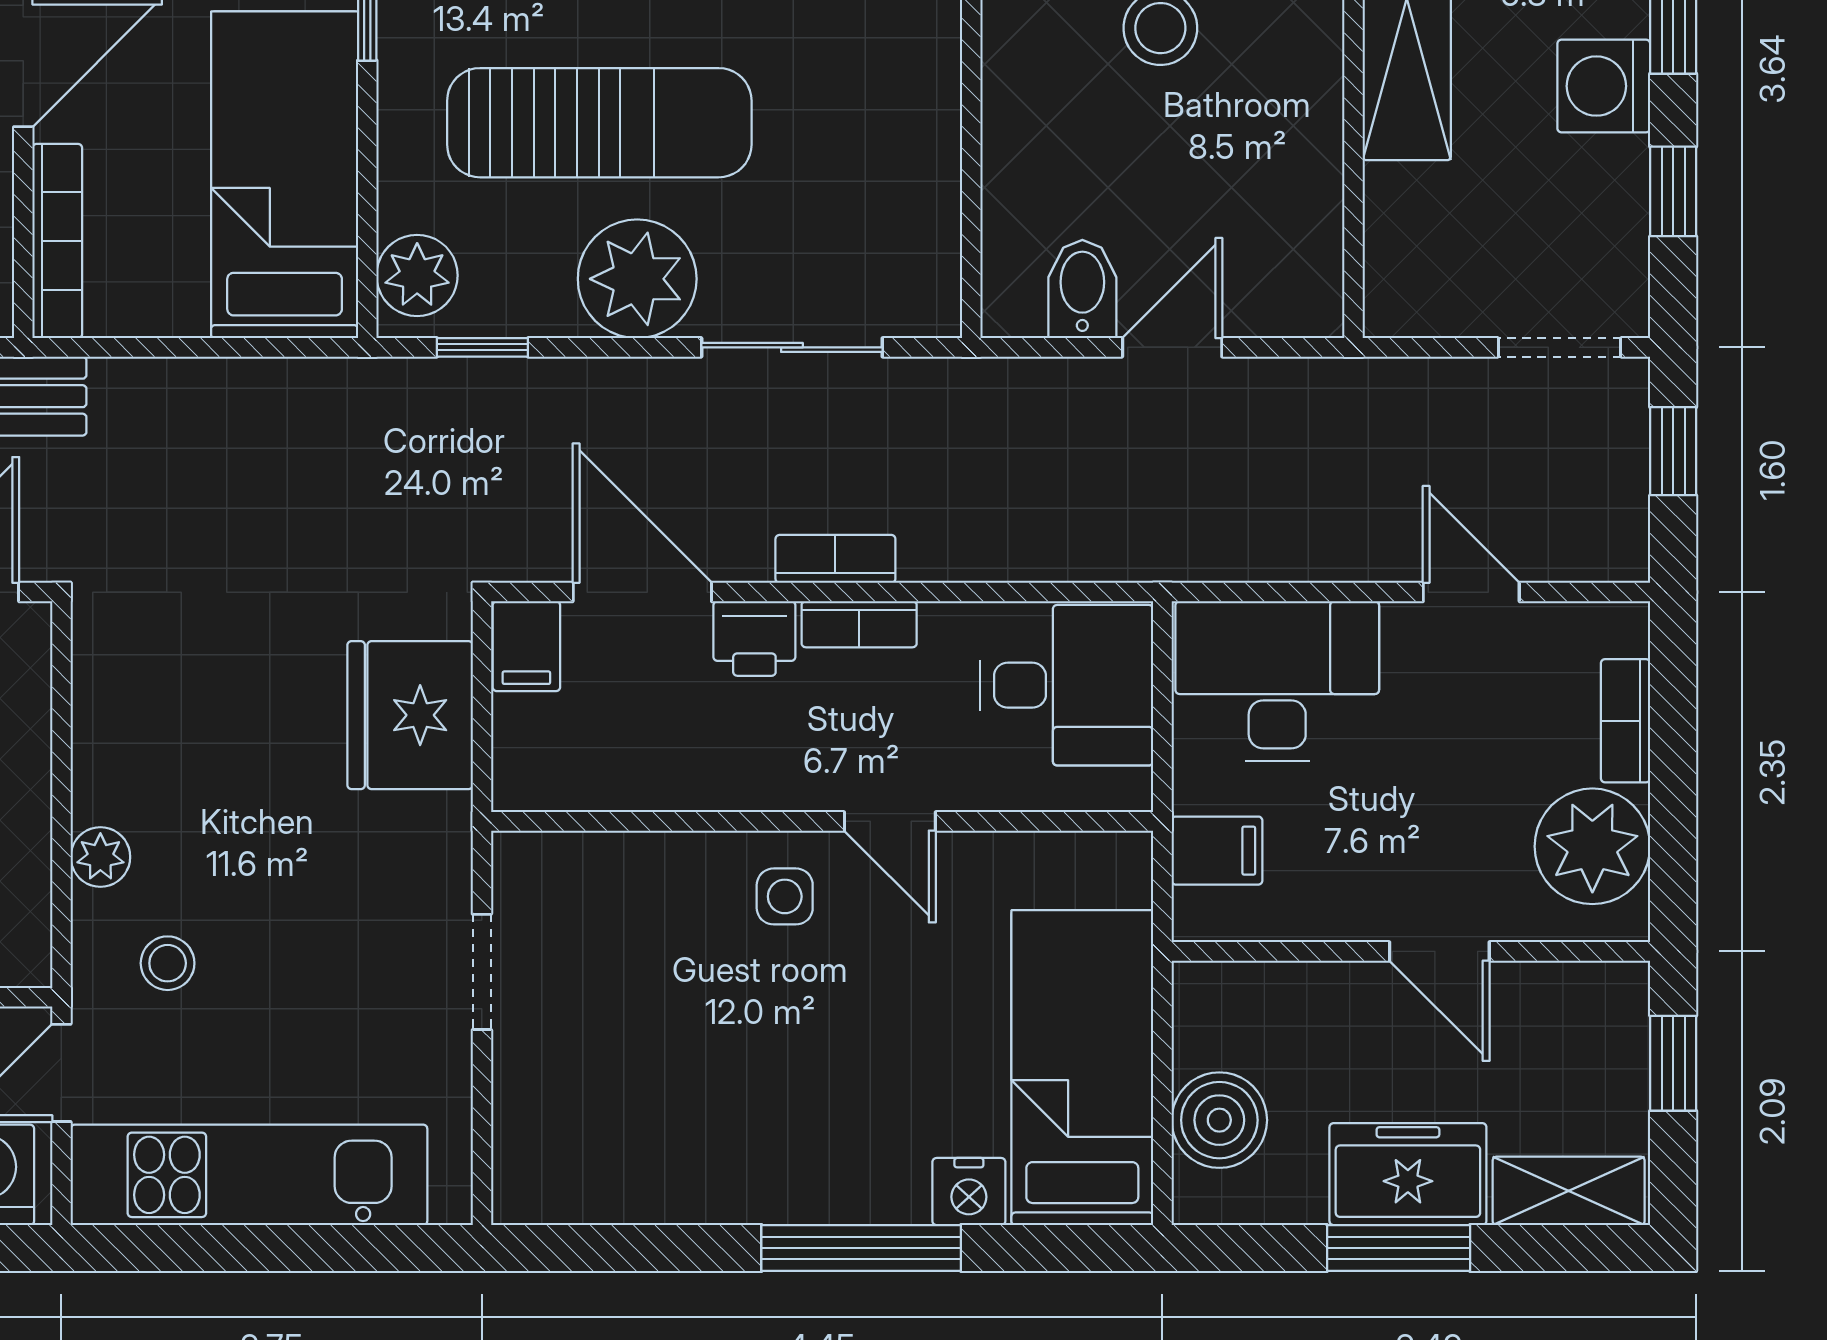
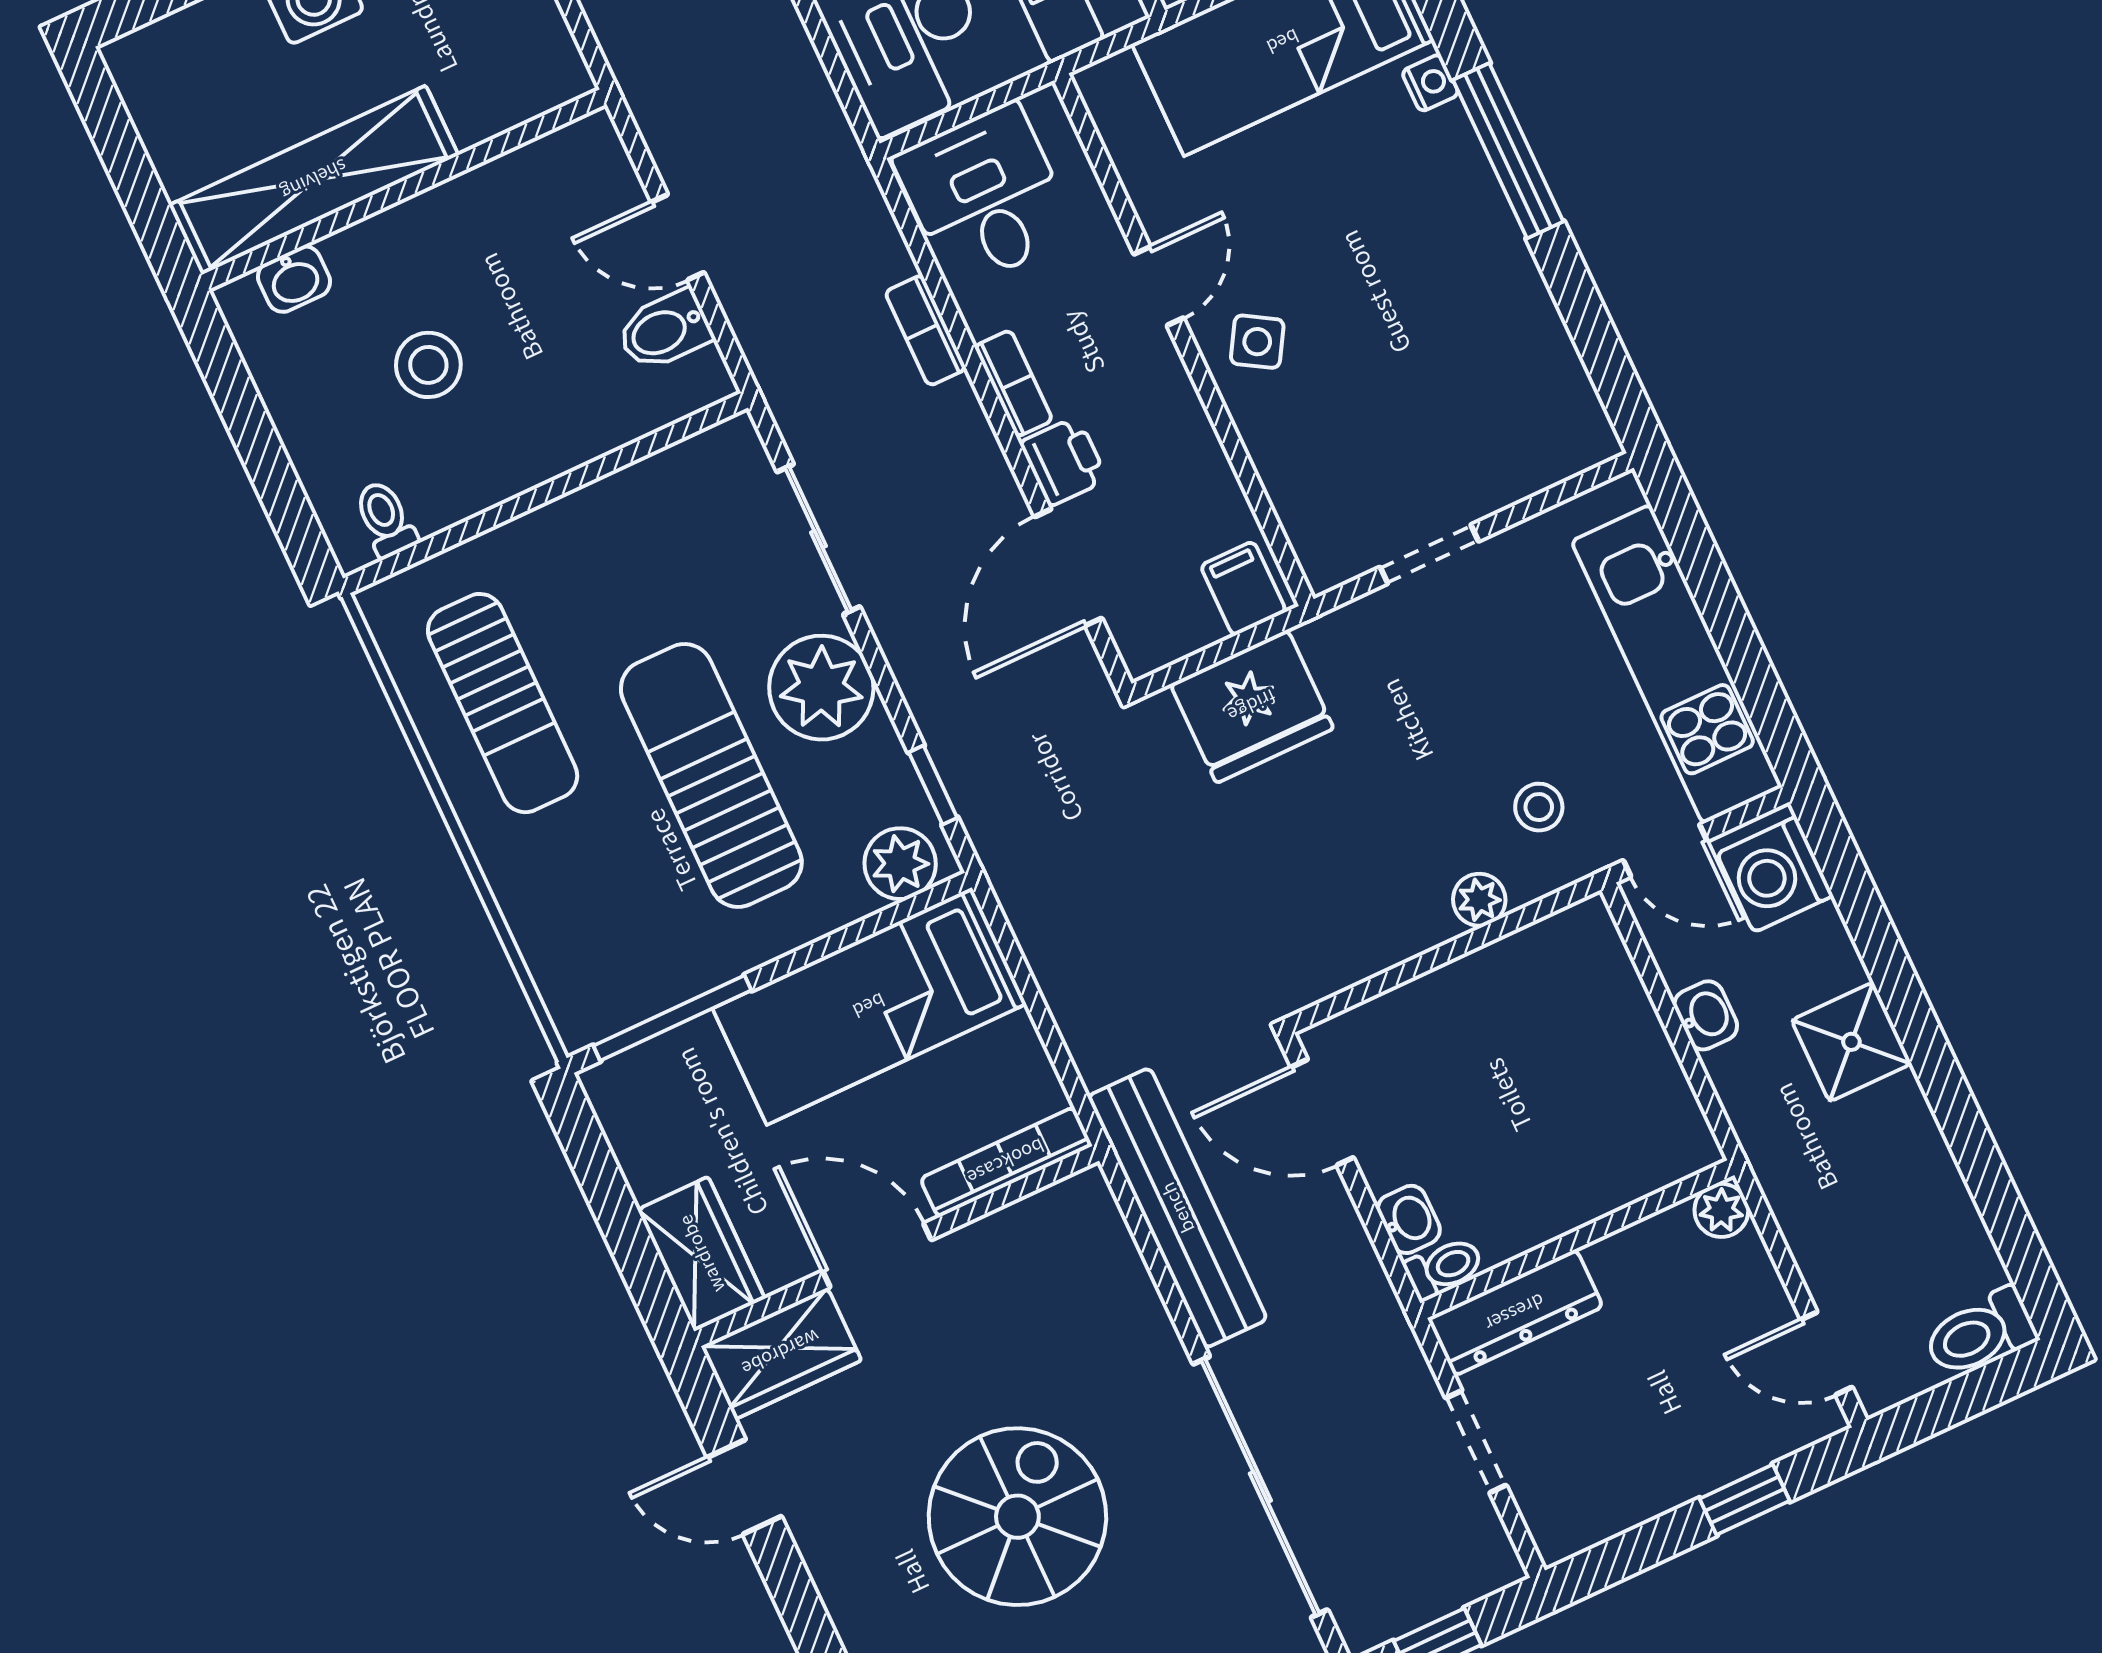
bookcase: (835, 559) -> (926, 330), moved
filing cabinet: (526, 646) -> (1243, 589), moved, turned -90
side table: (785, 896) -> (1257, 342), turned 31
nightstand: (969, 1192) -> (1430, 83), width x0.72, depth x0.74

